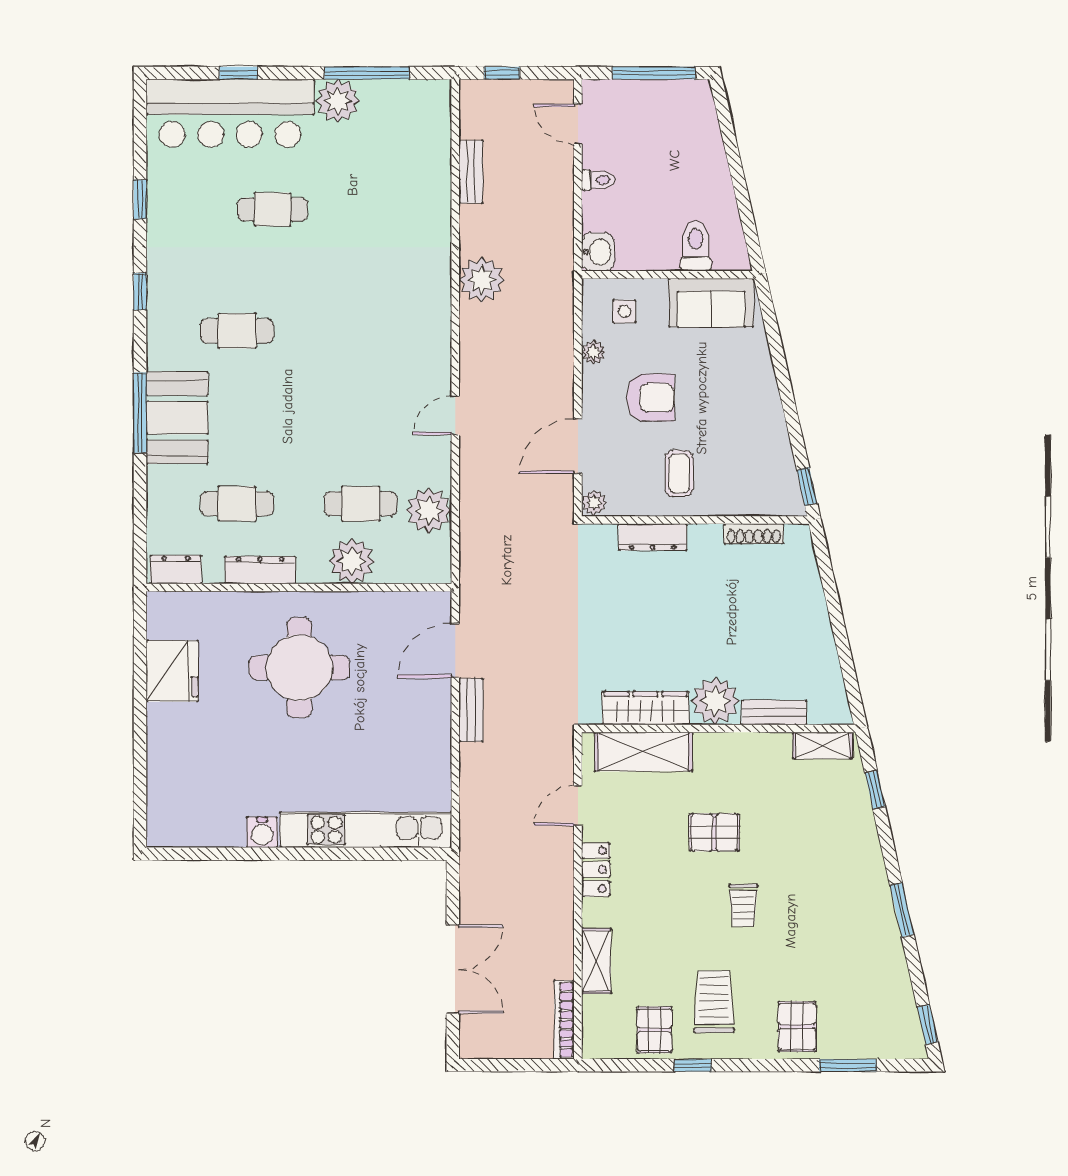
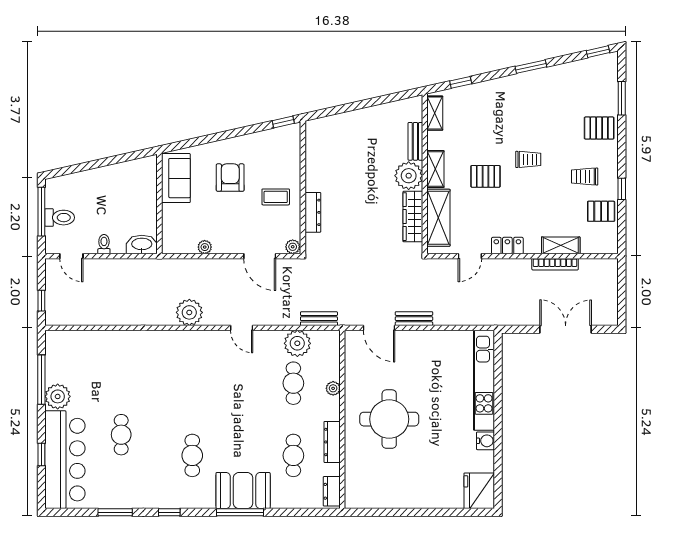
door: (578, 124) -> (71, 256), hinge flipped
bench: (471, 172) -> (319, 319), moved
window: (140, 199) -> (115, 512), width x1.50
toilet: (696, 246) -> (60, 218), moved, turned 180
washbasin: (598, 252) -> (142, 245), width x1.38
plant: (482, 280) -> (189, 312), moved
side table: (624, 311) -> (181, 229), removed
armchair: (650, 398) -> (230, 178), moved
shoe rack: (754, 534) -> (311, 153), removed
plant: (352, 561) -> (333, 388), width x0.53, depth x0.53
fridge: (172, 671) -> (479, 491), moved, turned -90
shelving: (727, 747) -> (435, 169), added
door: (578, 806) -> (470, 256), hinge flipped
pallet: (714, 832) -> (486, 176), turned 90
trolley: (714, 1002) -> (585, 177), width x0.73, depth x0.72
bookcase: (564, 1020) -> (555, 264), moved

